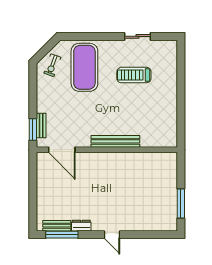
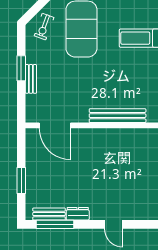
bench: (41, 126) -> (31, 79), moved
window: (33, 129) -> (21, 68), moved
window: (33, 197) -> (21, 181), added

